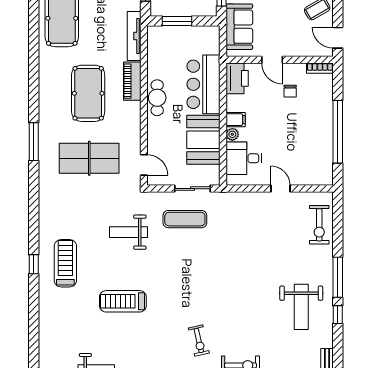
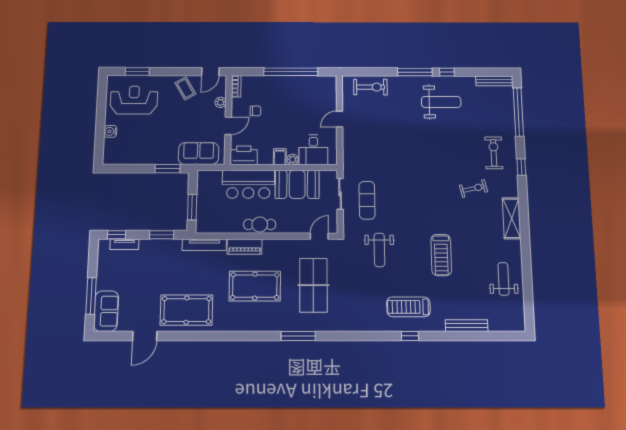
plant: (300, 50) -> (221, 102), added
bench: (45, 327) -> (467, 326), added

